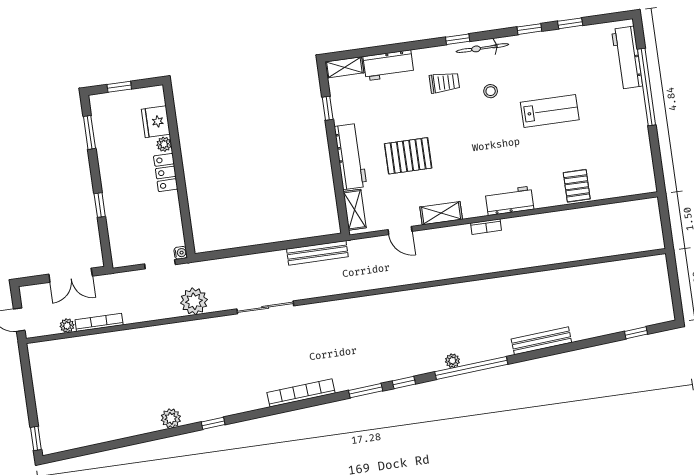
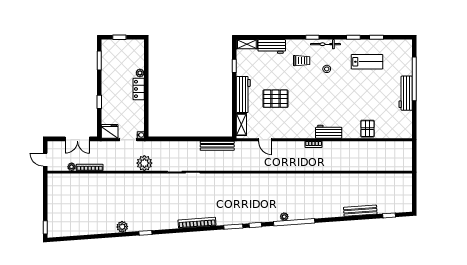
workbench: (627, 58) -> (406, 93), moved
lab bench: (550, 111) -> (367, 62), moved
fridge: (156, 122) -> (110, 131), moved, turned 90
shelving: (441, 213) -> (289, 133), removed
bench: (541, 341) -> (360, 211), moved

